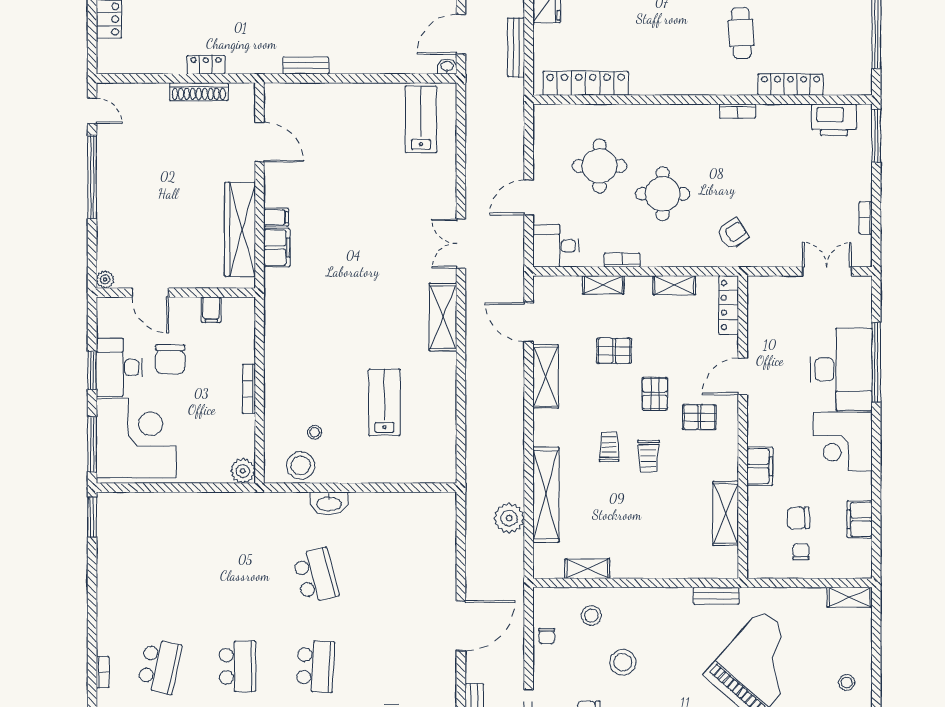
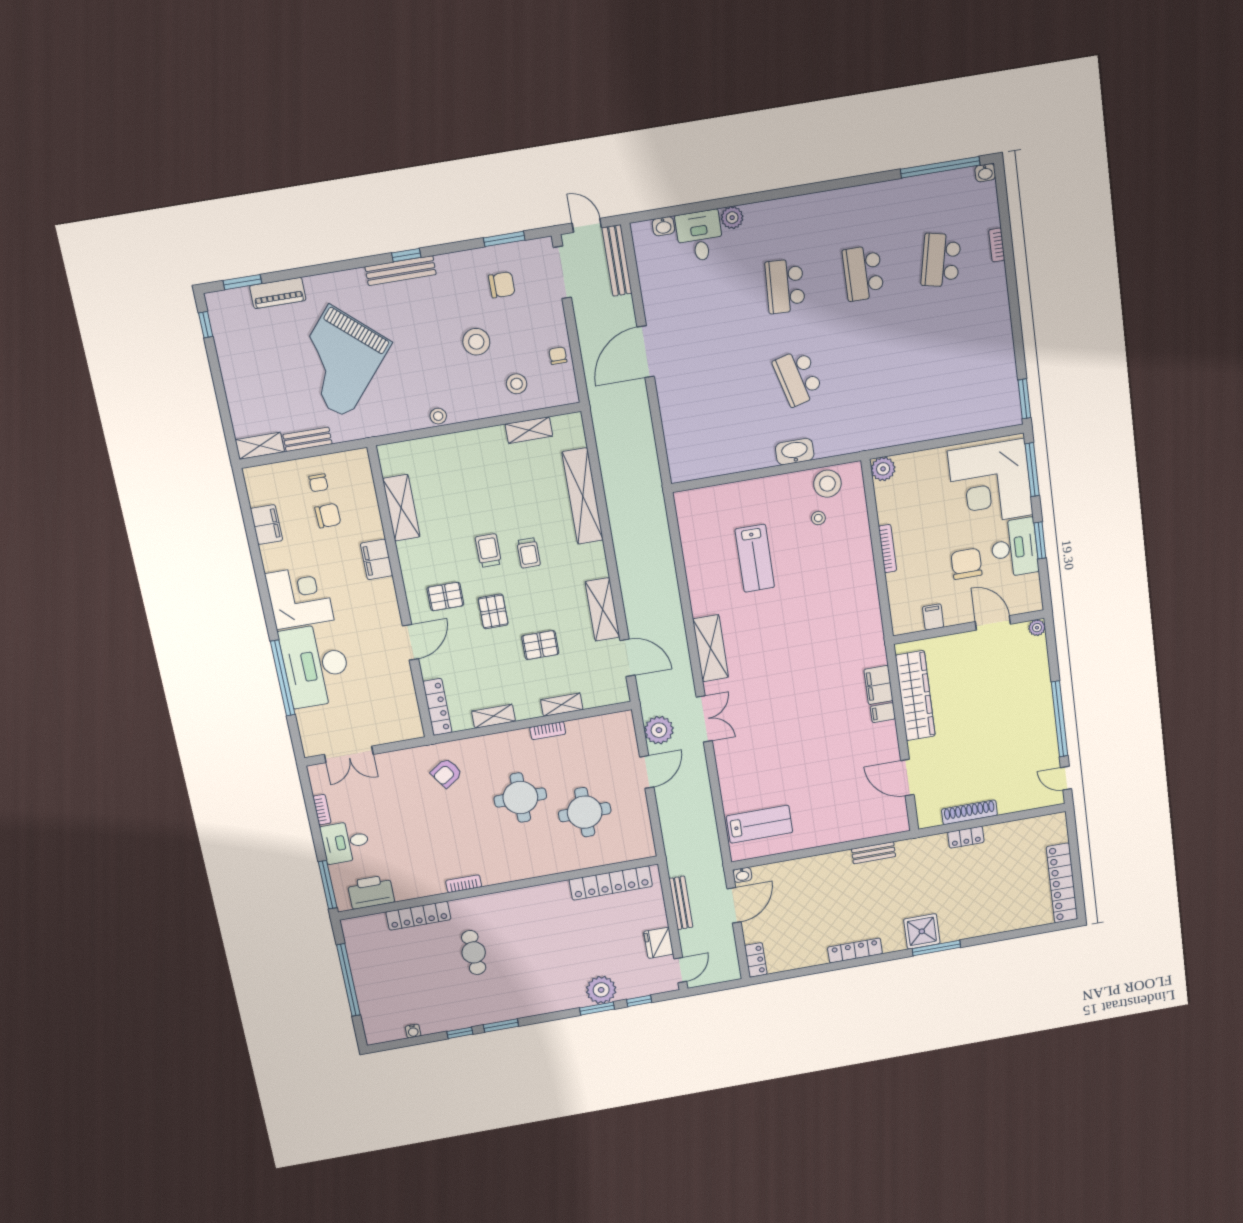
lab bench: (421, 119) -> (760, 824), turned -90
desk: (556, 246) -> (345, 842), moved, turned 180
plant: (509, 518) -> (659, 730), moved
bench: (716, 596) -> (307, 439), moved
stool: (847, 682) -> (438, 416), moved

